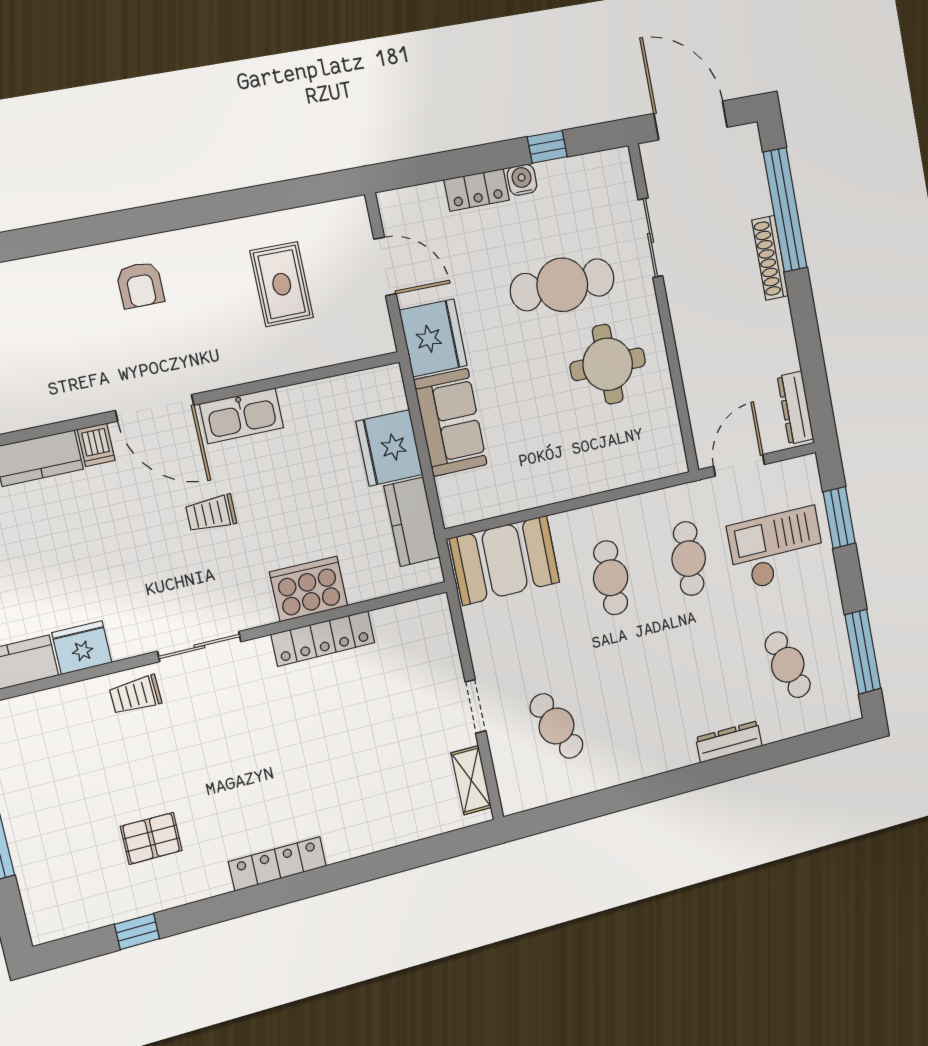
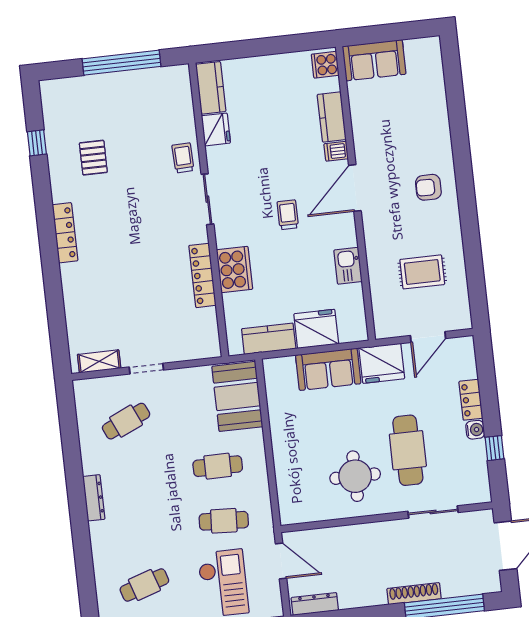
kitchen sink: (242, 416) -> (348, 266), moved, width x0.73
dresser: (729, 742) -> (94, 498), moved

